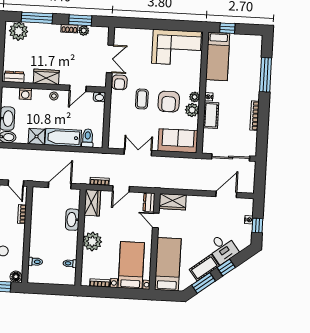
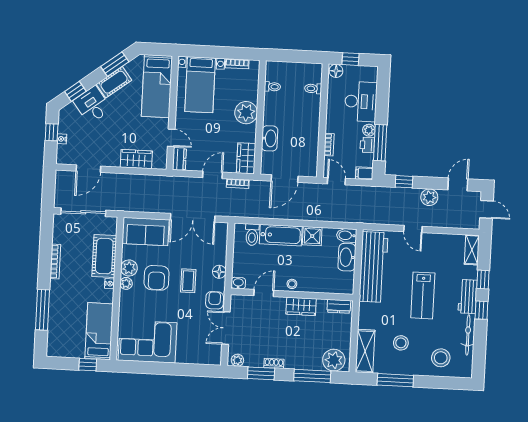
plant: (84, 31) -> (237, 360), moved
washing machine: (25, 94) -> (326, 286), removed
armchair: (169, 102) -> (157, 278), turned 180
floor lamp: (116, 107) -> (219, 272), added
cot: (211, 115) -> (104, 256), width x1.37, depth x1.34
double door: (138, 152) -> (193, 218), width x1.37
wardrobe: (173, 202) -> (136, 159), moved
window: (226, 268) -> (75, 91), moved

